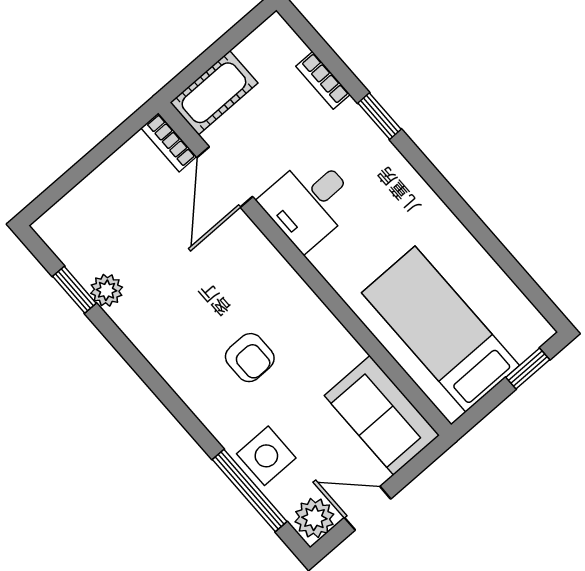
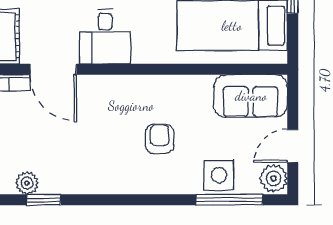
plant: (107, 290) -> (27, 183), moved
armchair: (250, 358) -> (160, 139), turned -90

